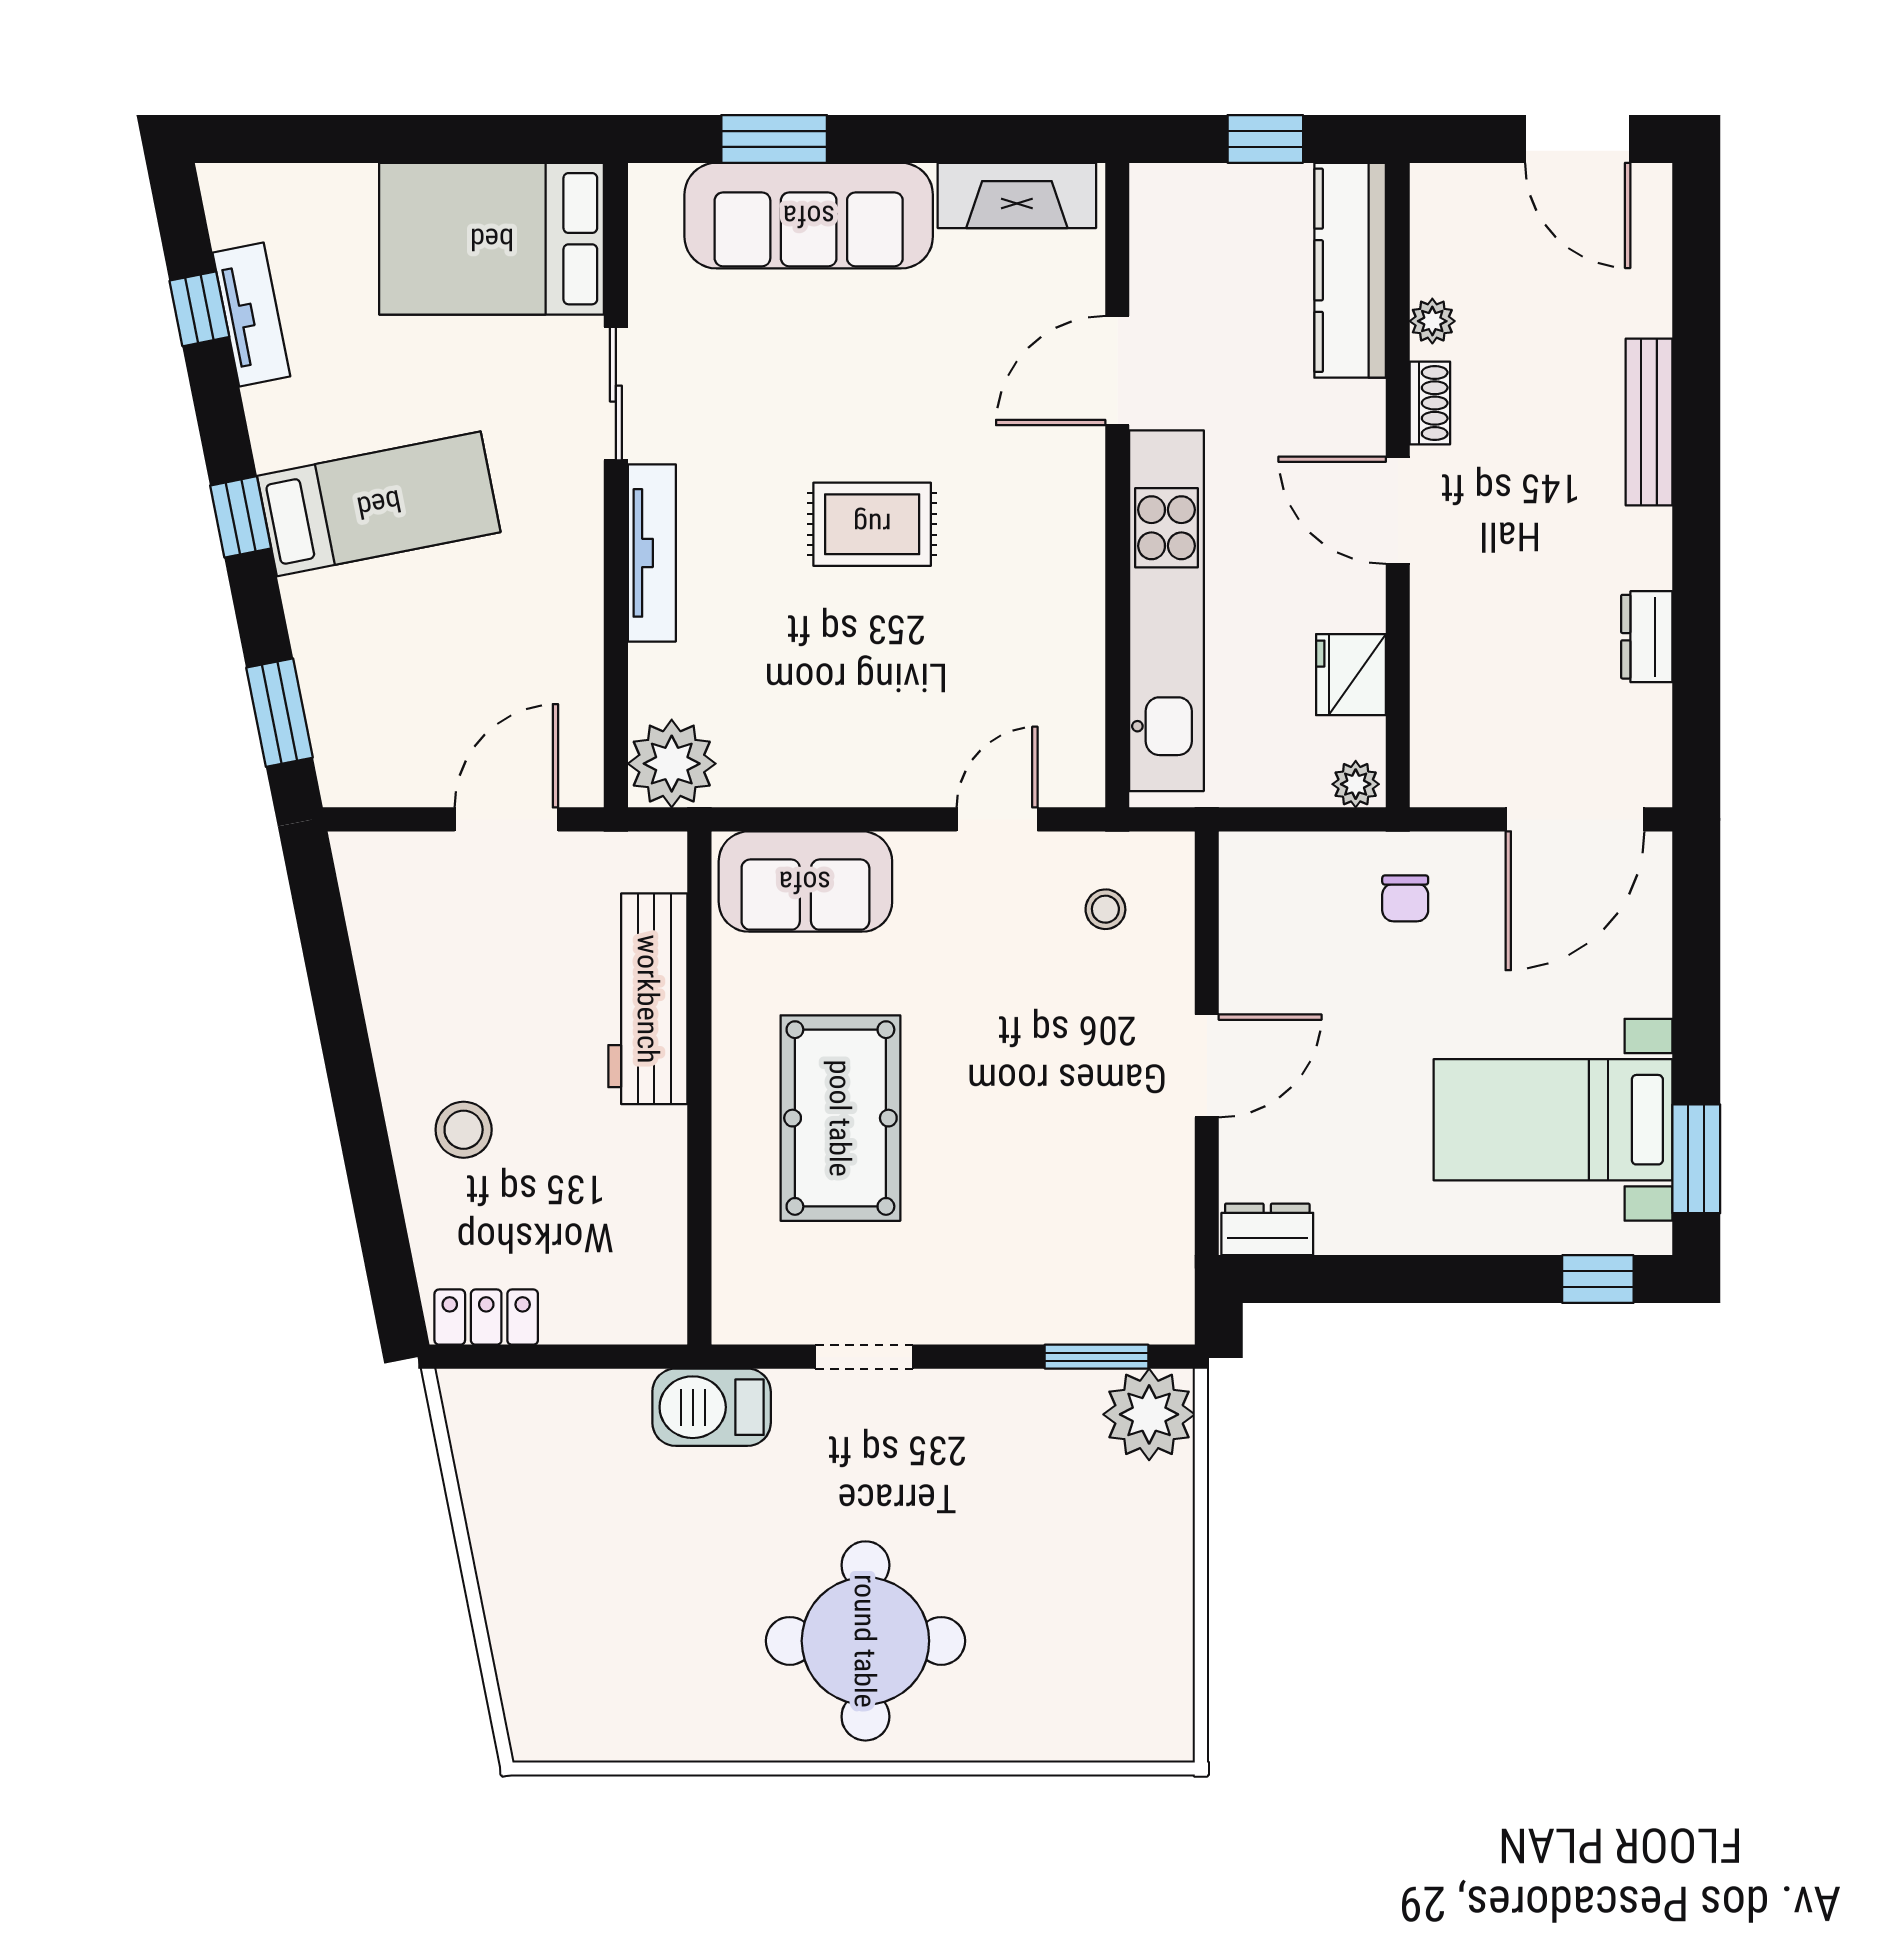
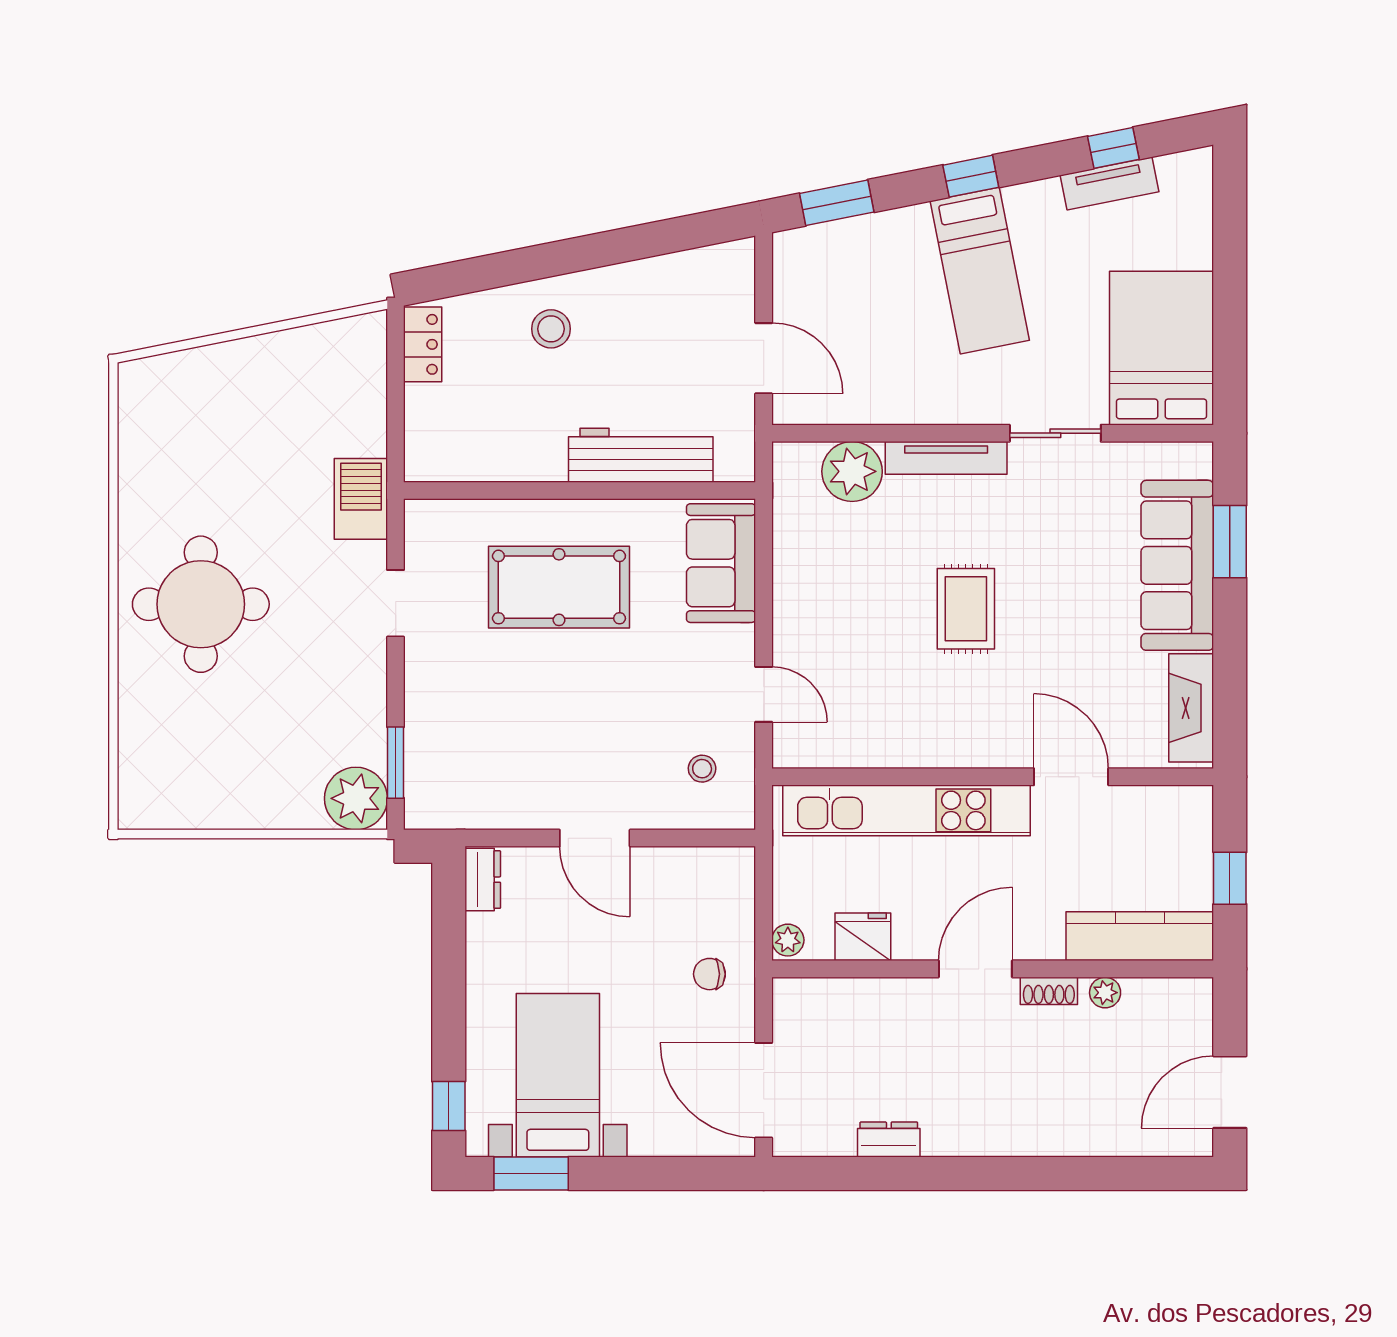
bench: (1649, 422) -> (1036, 1141), removed
plant: (672, 764) -> (852, 471), moved

